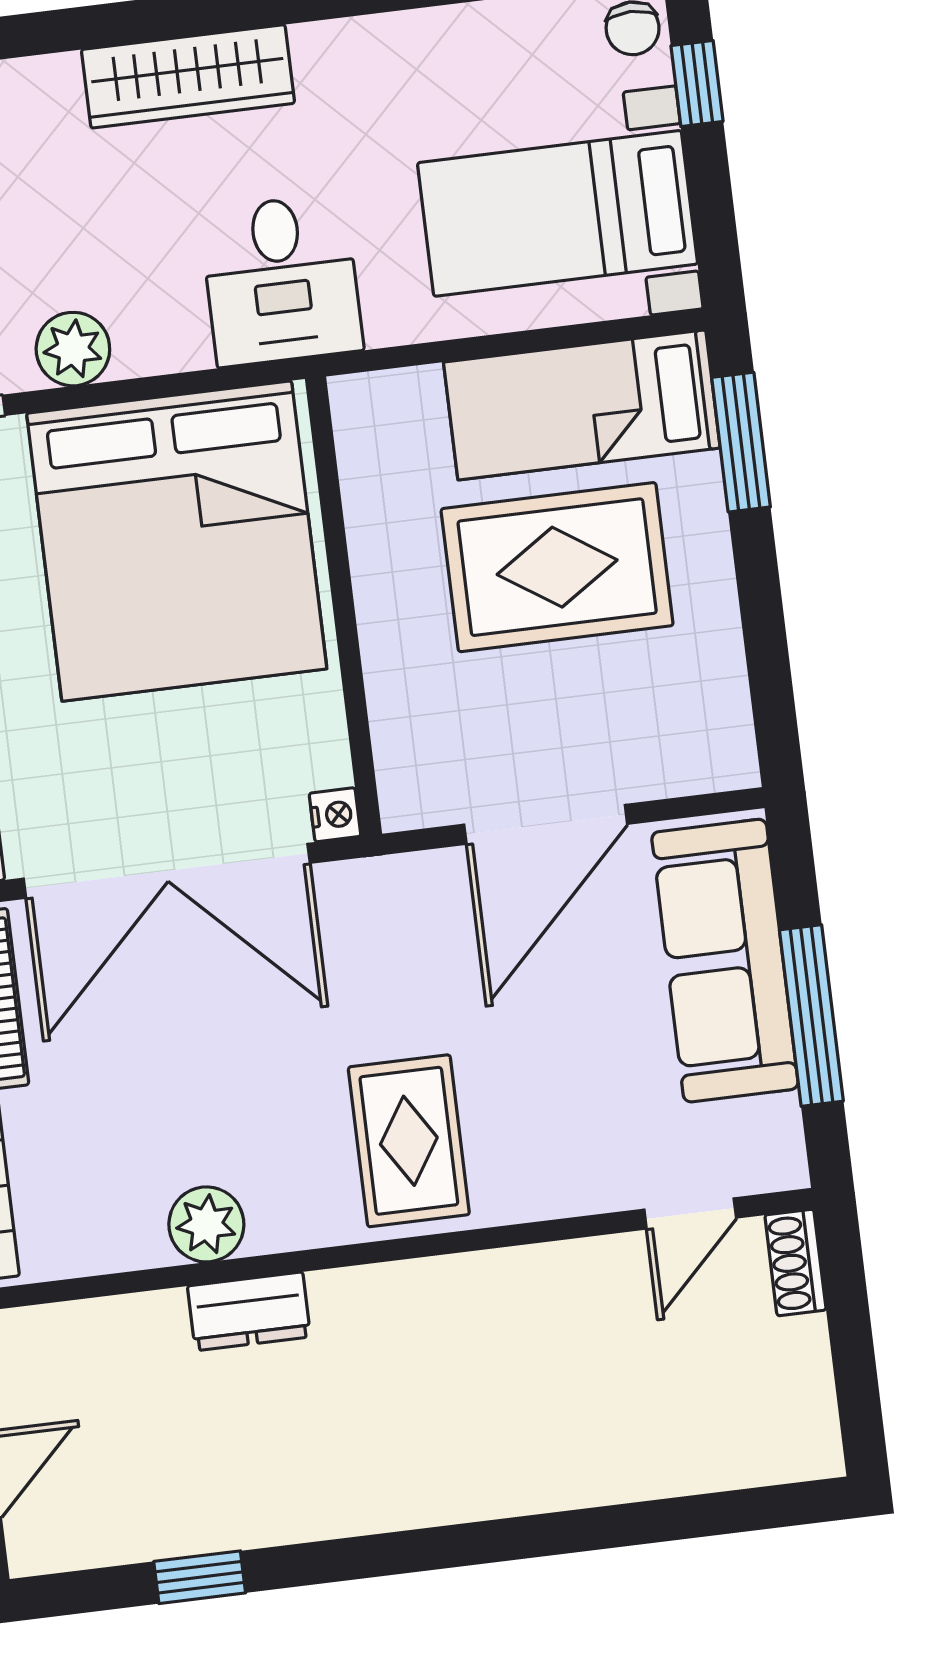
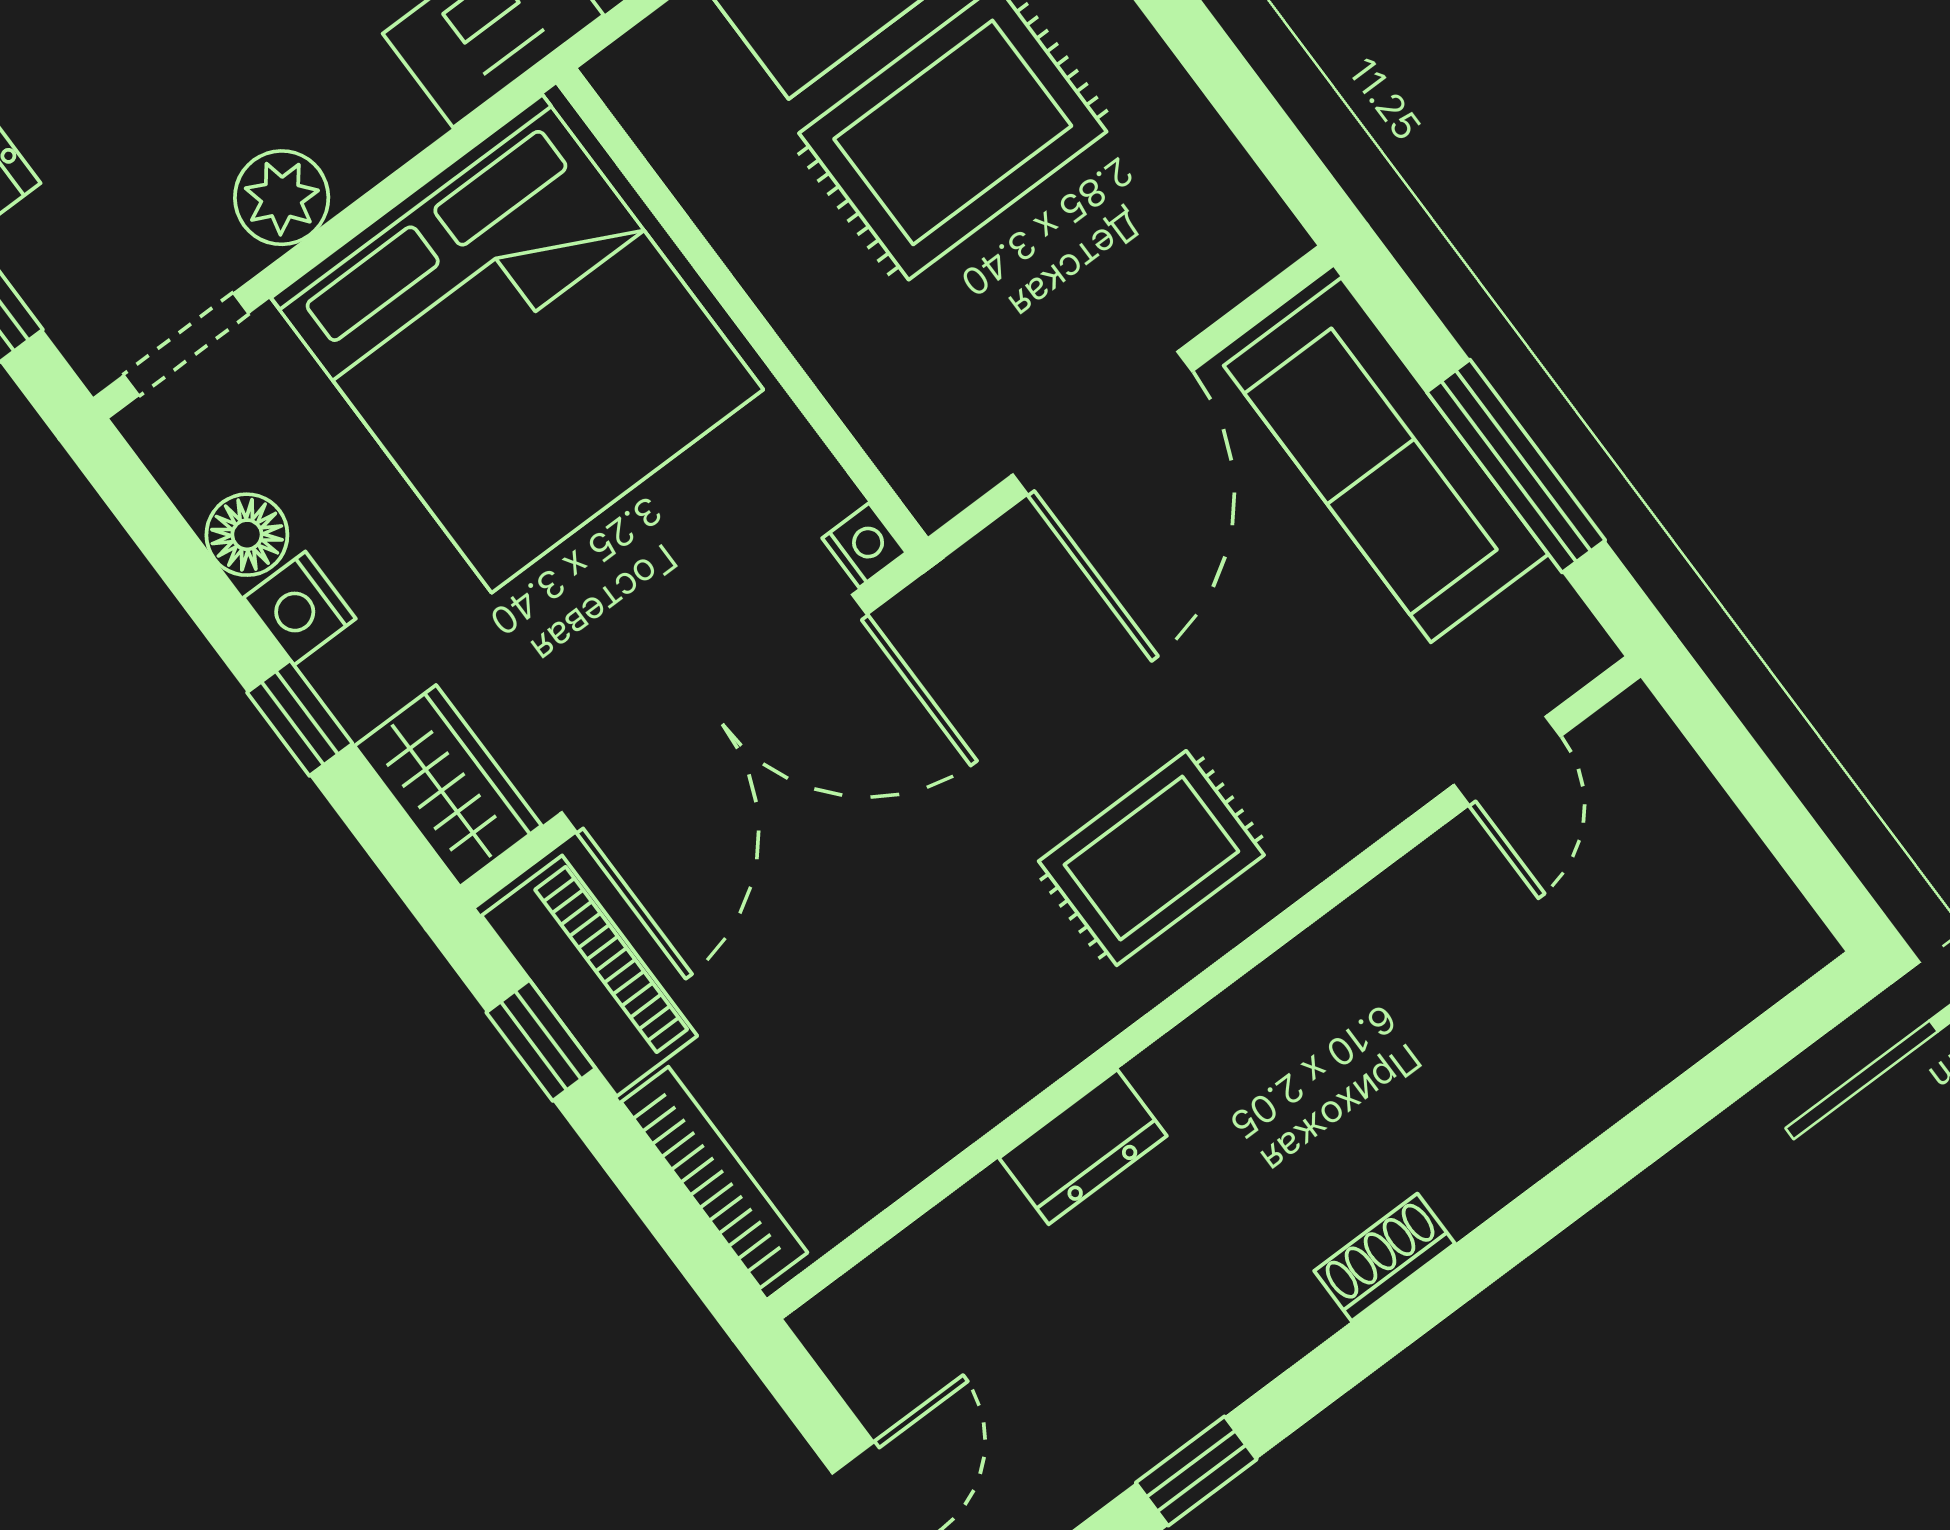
rug: (409, 1141) -> (1151, 858), turned 90
plant: (206, 1224) -> (981, 1078), removed
shoe rack: (795, 1263) -> (1385, 1257), moved, turned 90

